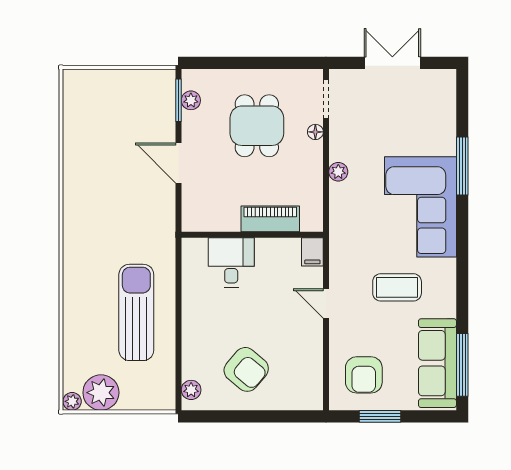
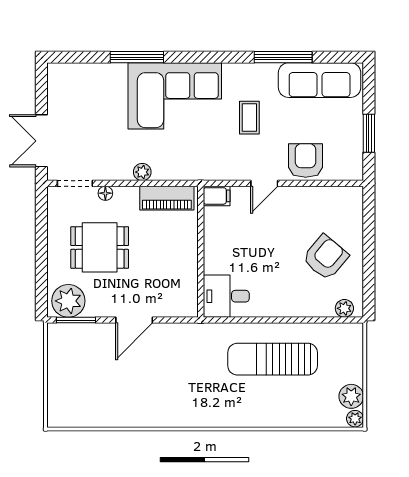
double door: (392, 63) -> (41, 141), moved
plant: (191, 100) -> (68, 301), width x1.88, depth x1.88
piano: (270, 219) -> (167, 198), moved, turned -90
desk: (231, 262) -> (226, 296), moved
coffee table: (397, 287) -> (249, 118), width x0.73, depth x0.77
window: (462, 365) -> (283, 57), moved
armchair: (364, 375) -> (306, 161), moved, turned -90
plant: (101, 393) -> (351, 396), width x0.73, depth x0.73

